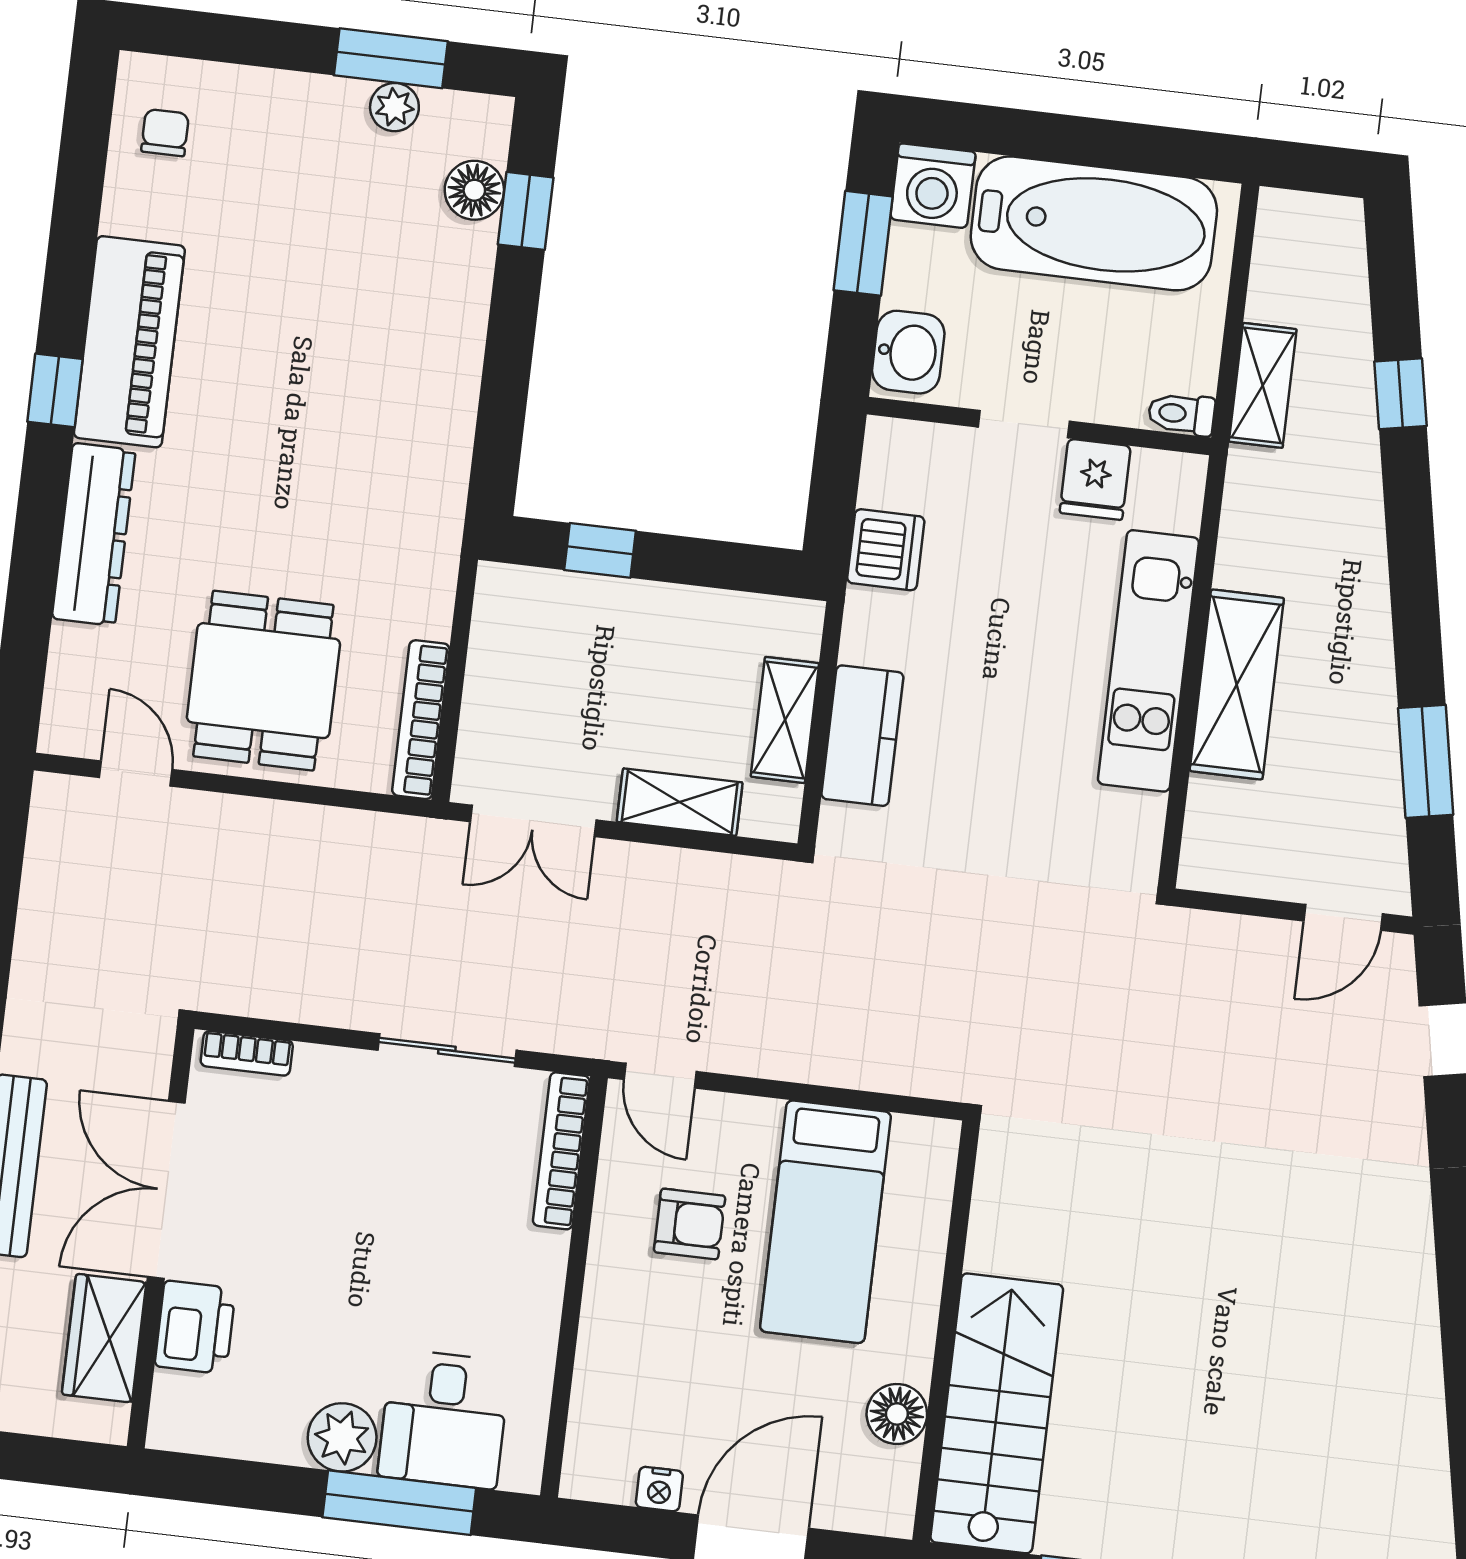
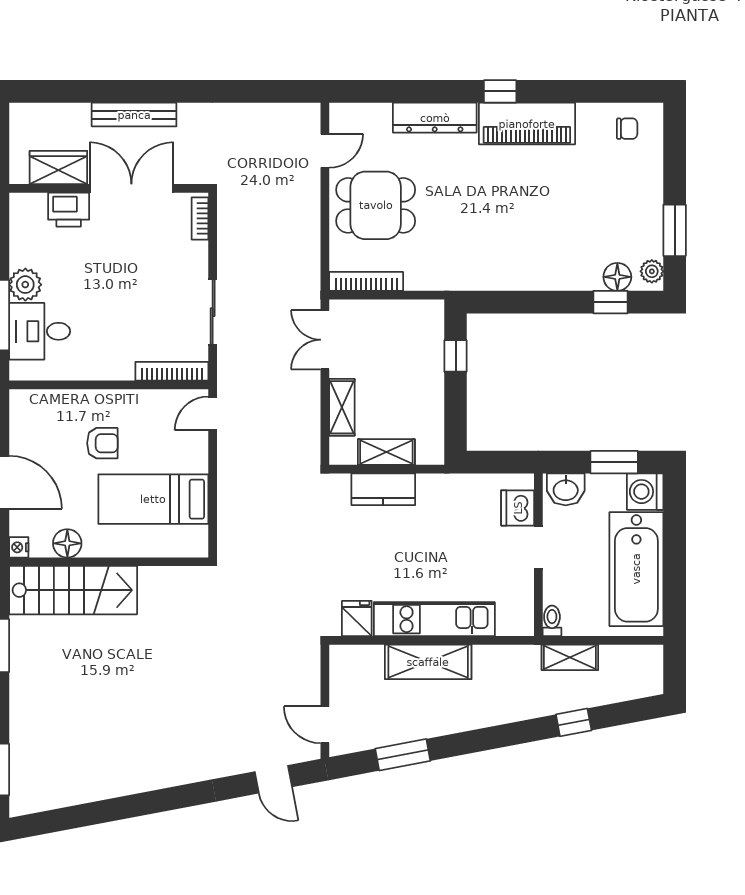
plant: (394, 107) -> (652, 271), moved
fridge: (1095, 479) -> (357, 618), moved, turned 90
dishwasher: (886, 550) -> (518, 508), moved, turned 90
armchair: (690, 1224) -> (102, 443), moved, turned -90
nightstand: (659, 1489) -> (19, 547), moved

